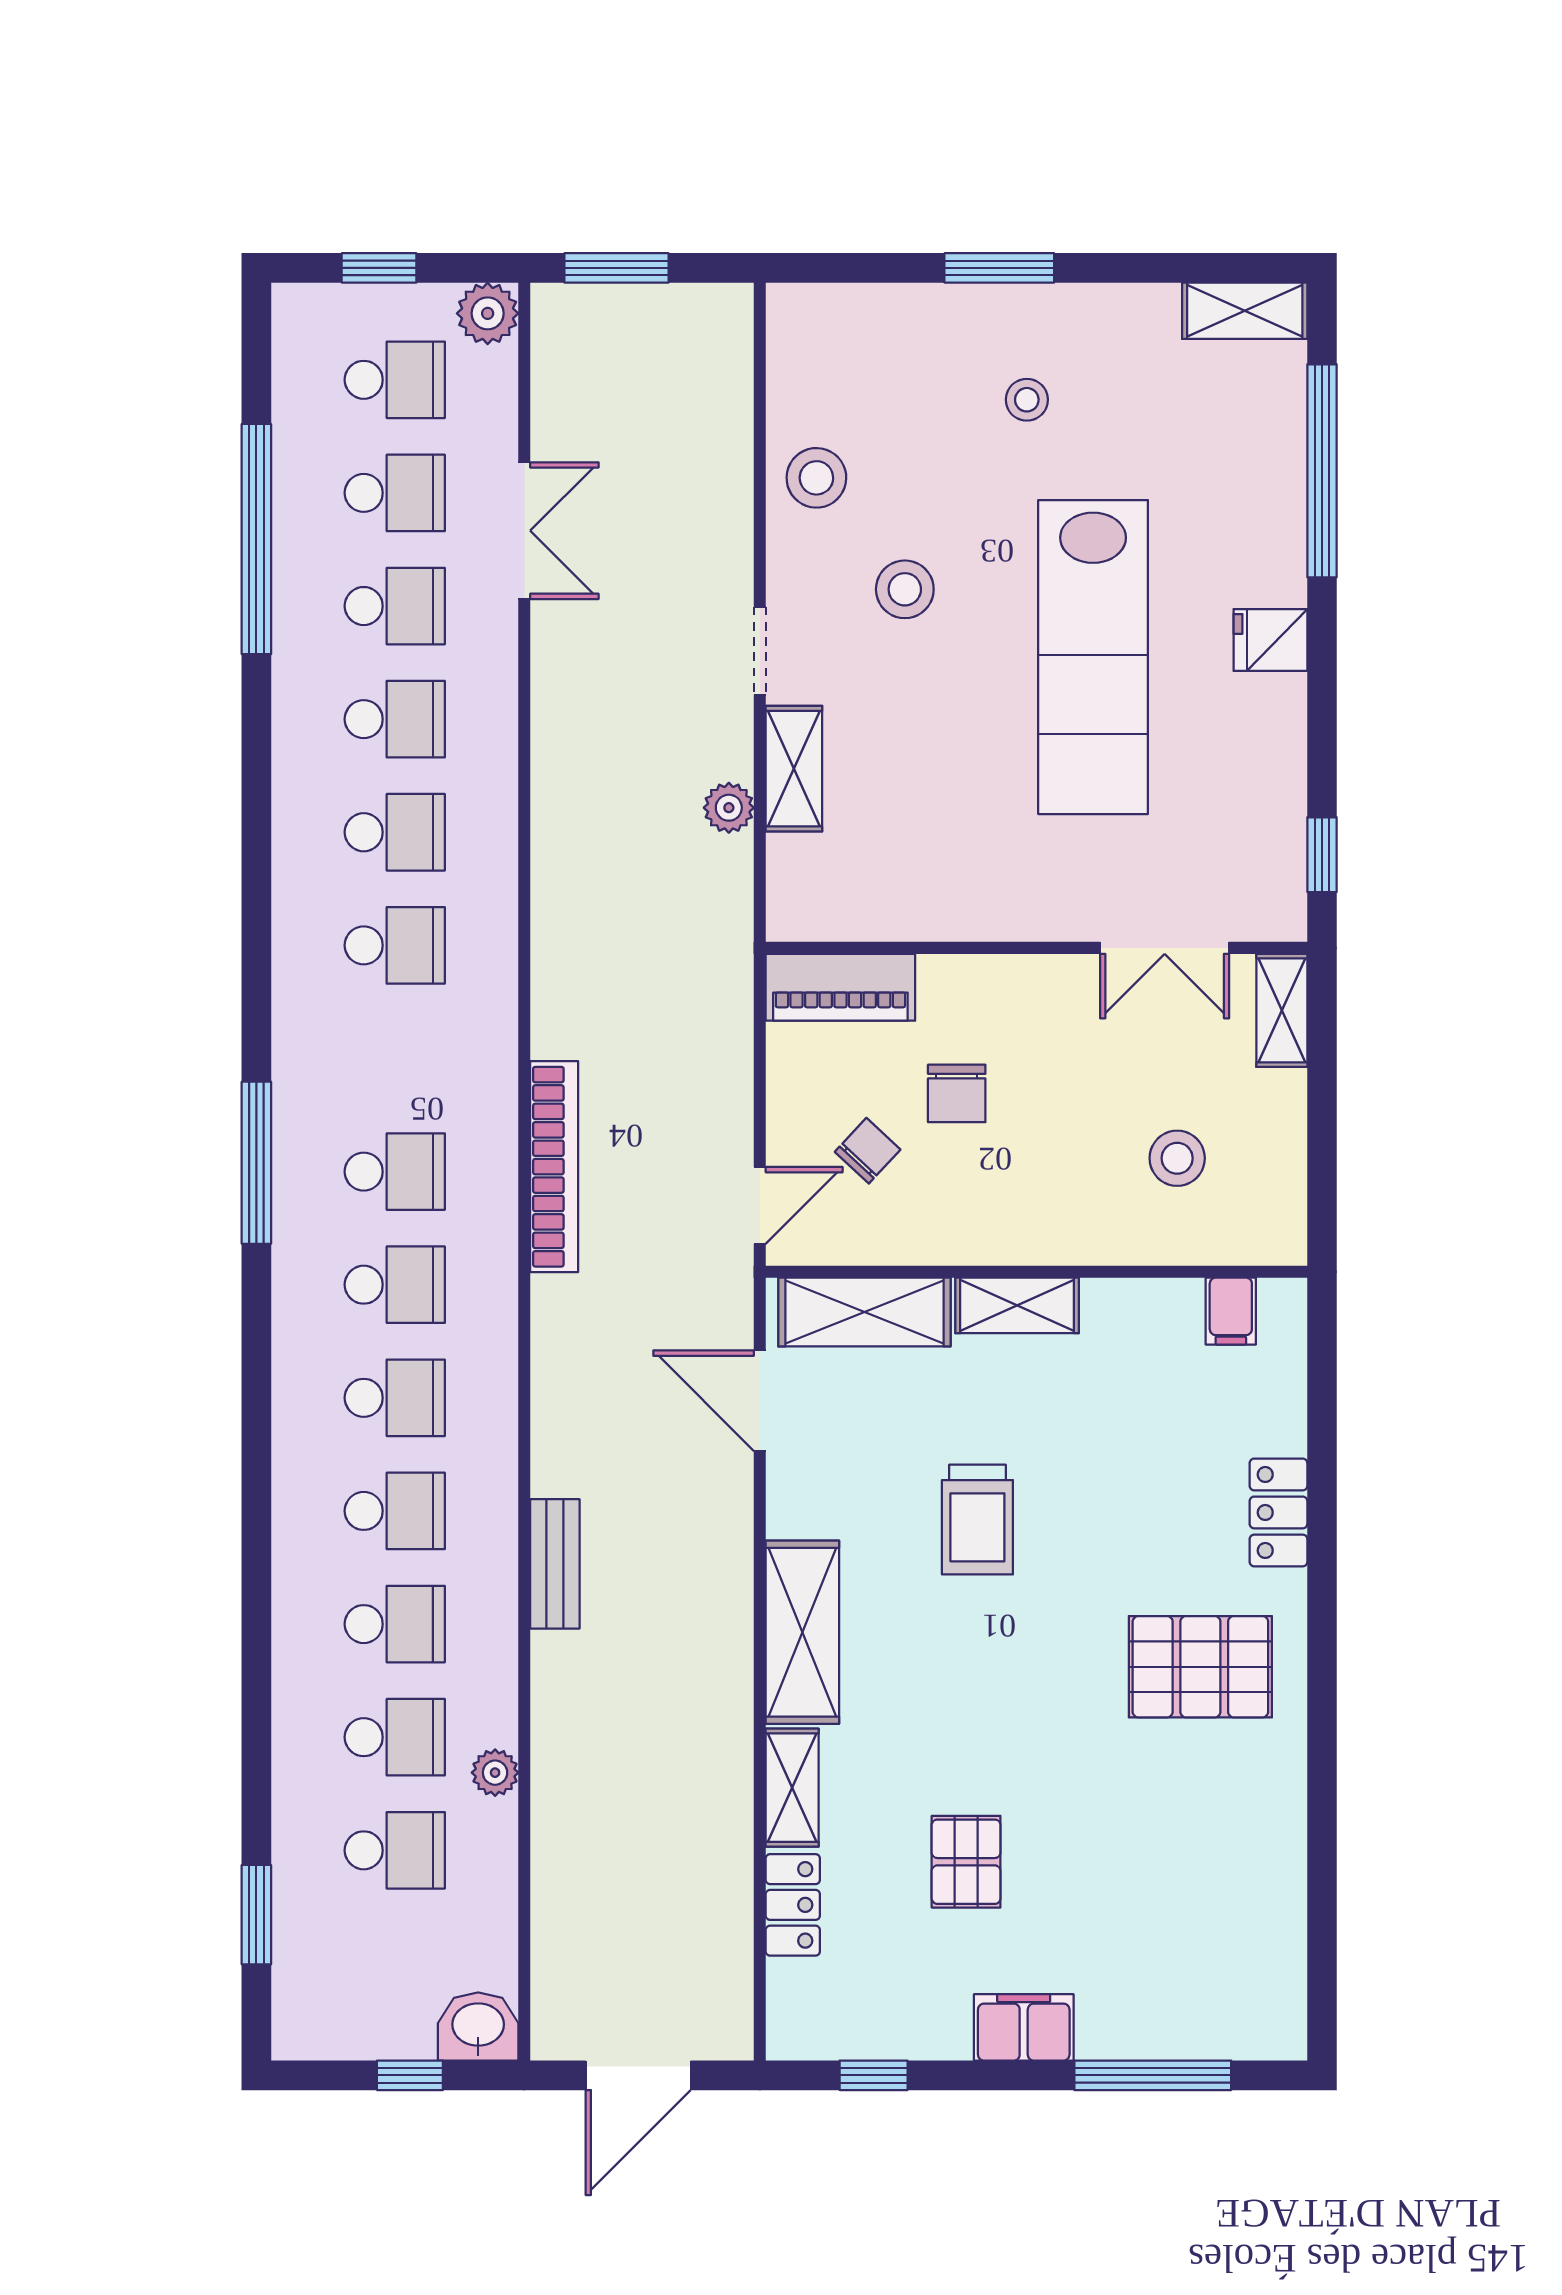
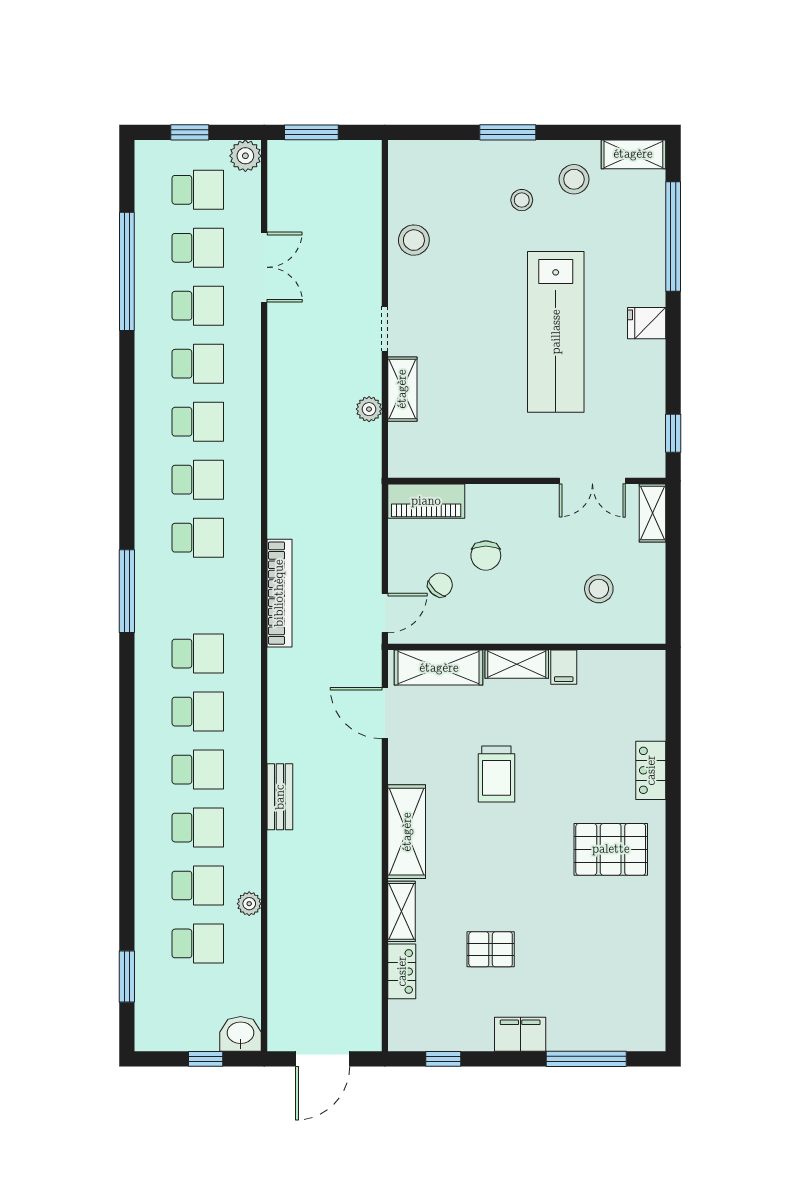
stool: (905, 589) -> (574, 179), moved
school desk: (395, 1172) -> (198, 538), moved
filing cabinet: (1231, 1311) -> (564, 667), moved
pallet: (966, 1862) -> (491, 949), turned 90

